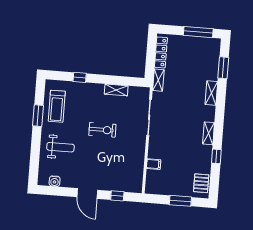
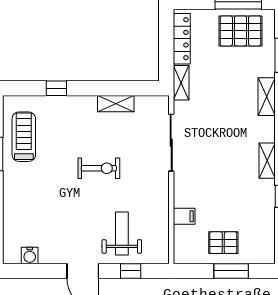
pallet: (198, 50) -> (241, 31), added
treadmill: (57, 106) -> (24, 137), turned 180
weight bench: (60, 147) -> (122, 233), moved, turned -90
pallet: (201, 183) -> (223, 243), moved, turned 90

